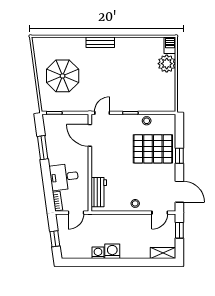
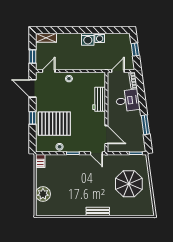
barbecue: (170, 46) -> (40, 161), moved
door: (102, 113) -> (96, 153), hinge flipped
workbench: (99, 192) -> (99, 99), moved

